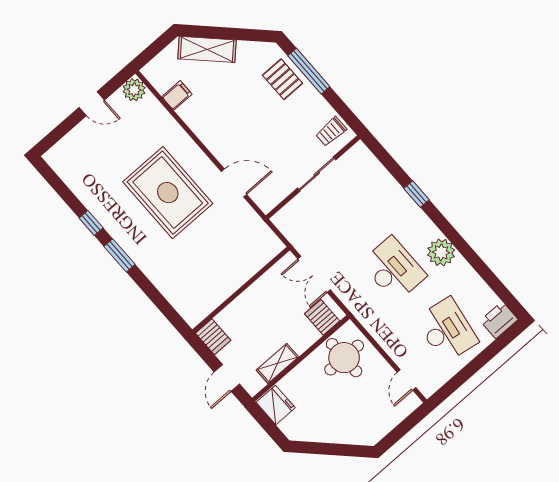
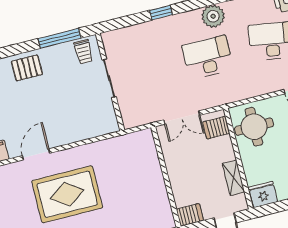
window: (309, 71) -> (60, 38), moved
door: (234, 183) -> (36, 154), moved

